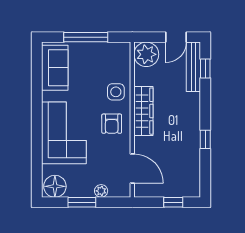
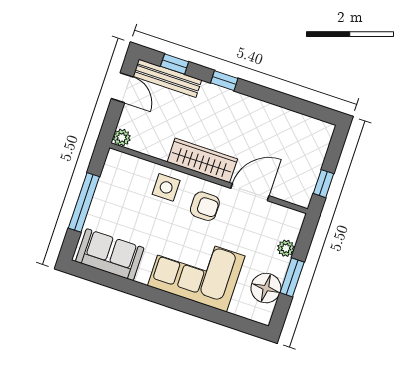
plant: (146, 54) -> (122, 138), width x0.53, depth x0.53
window: (205, 139) -> (224, 81), moved
door: (132, 169) -> (250, 192), moved
floor lamp: (55, 186) -> (266, 288), moved
window: (173, 202) -> (323, 184), moved

